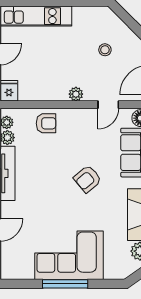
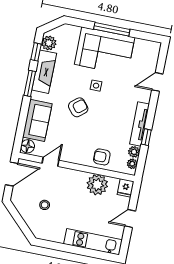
plant: (76, 94) -> (97, 185), moved, width x1.88, depth x1.88
side table: (71, 210) -> (96, 86), added

